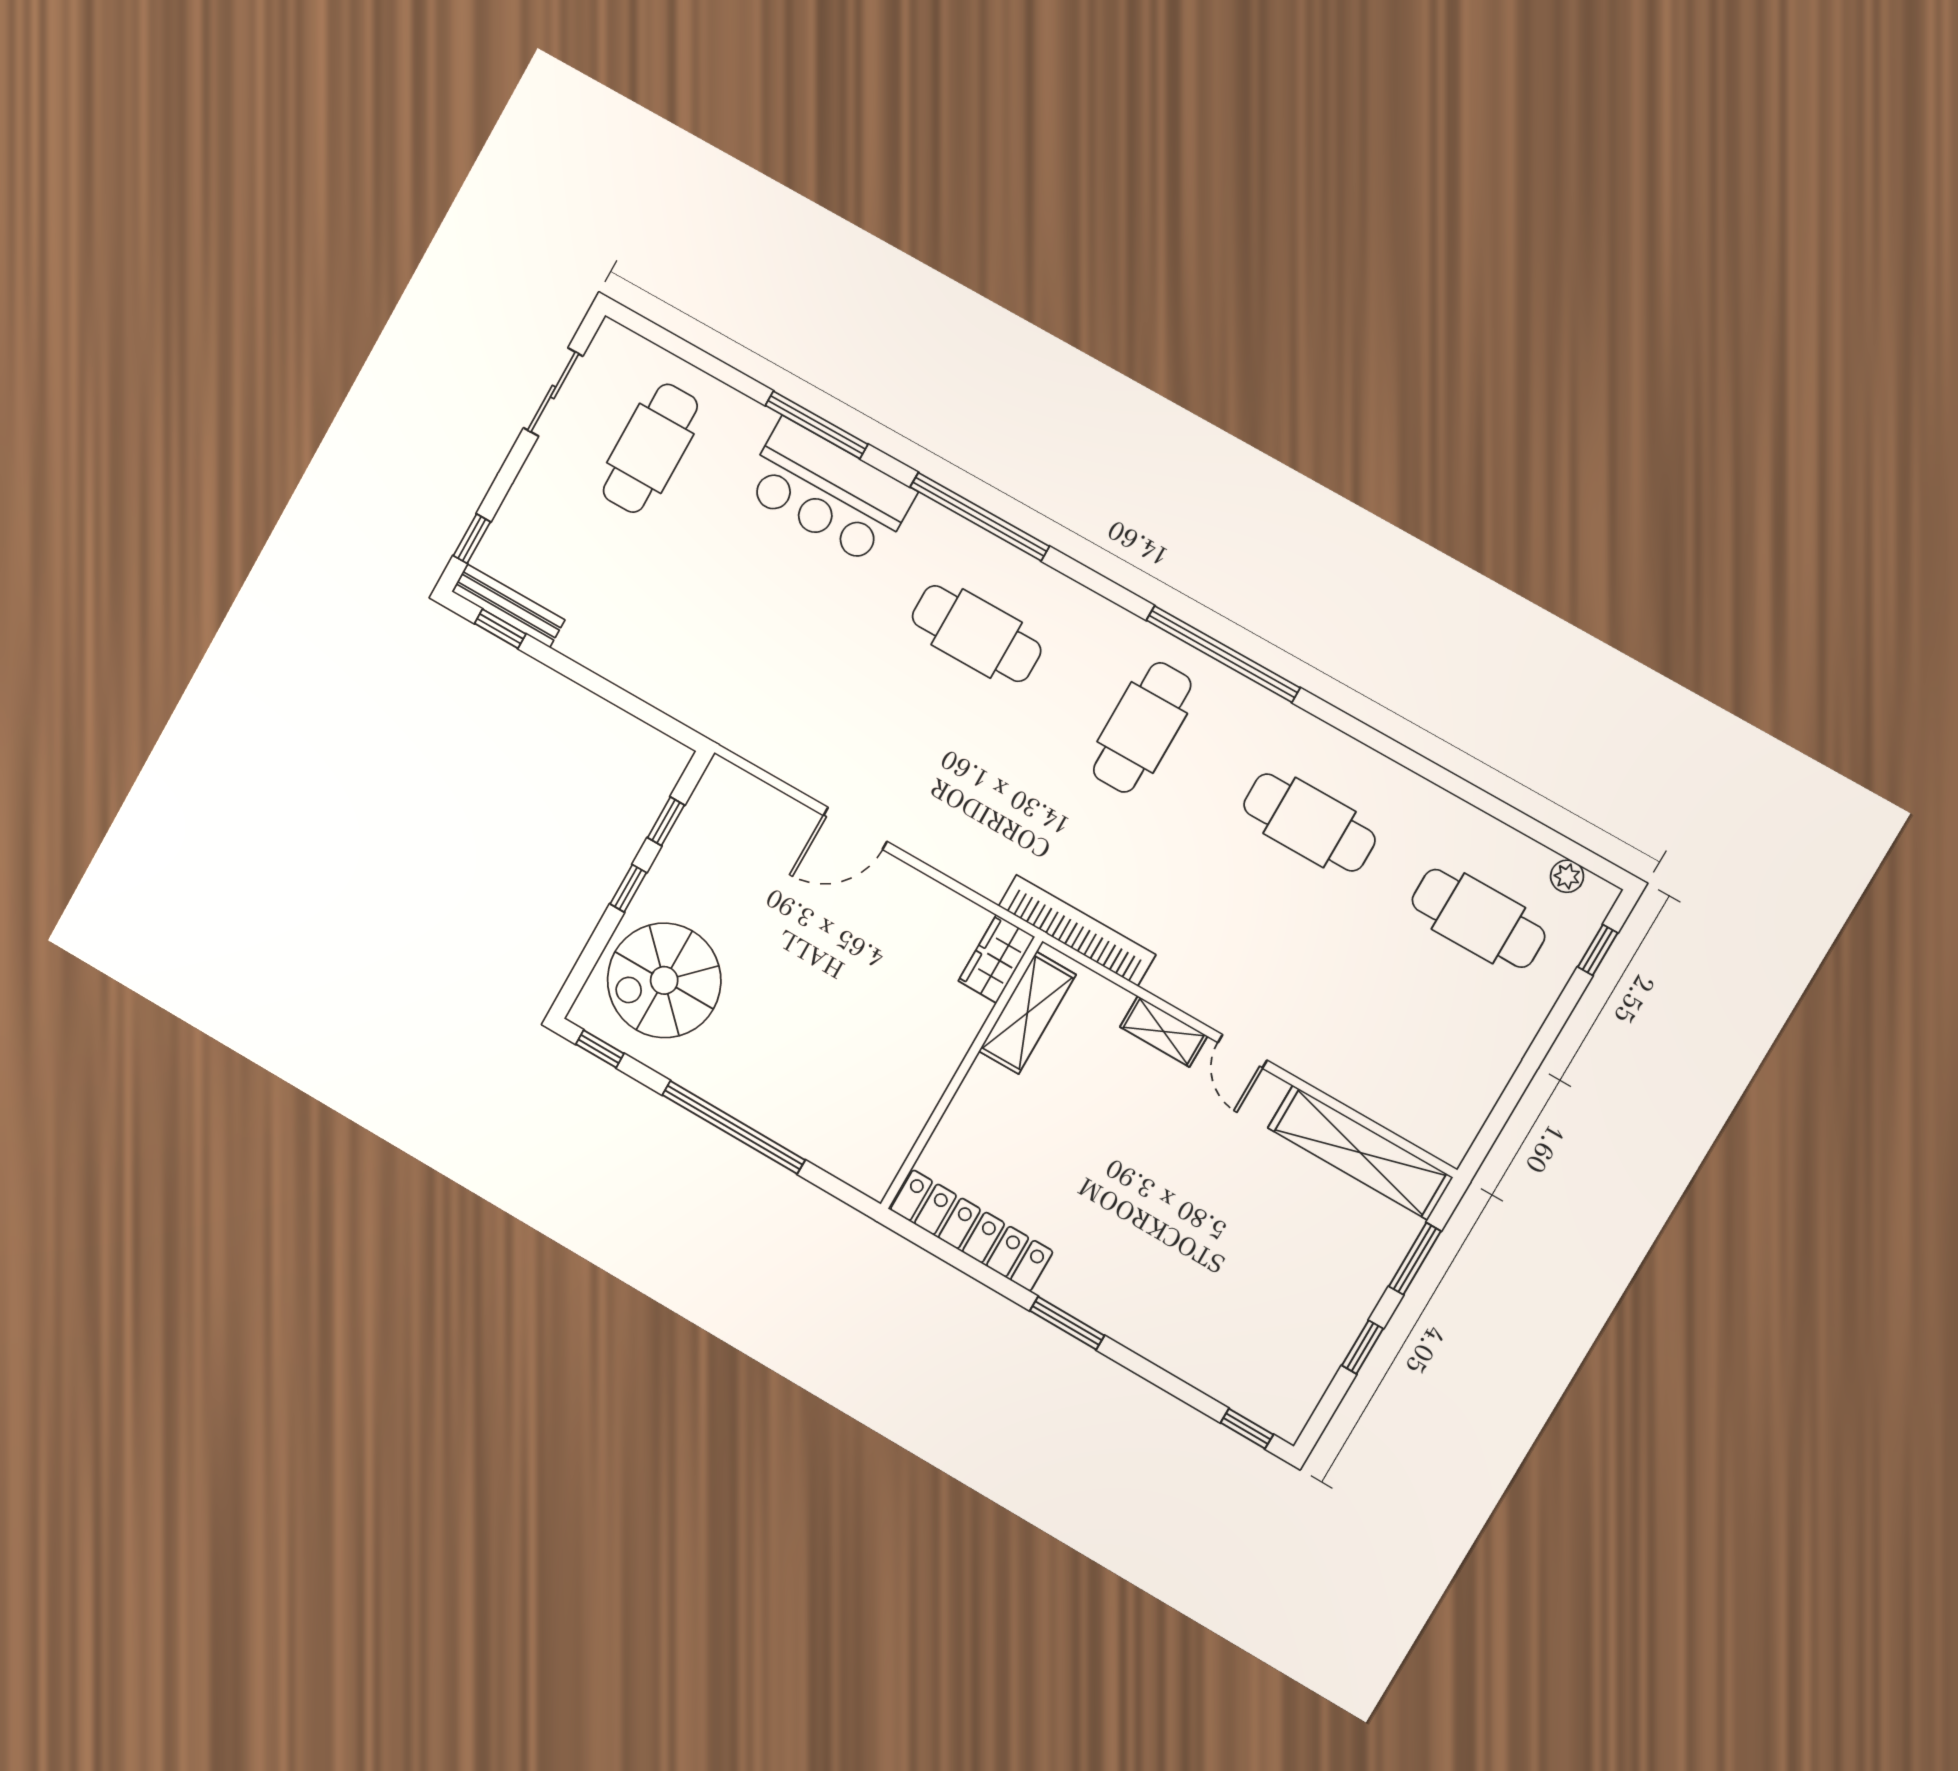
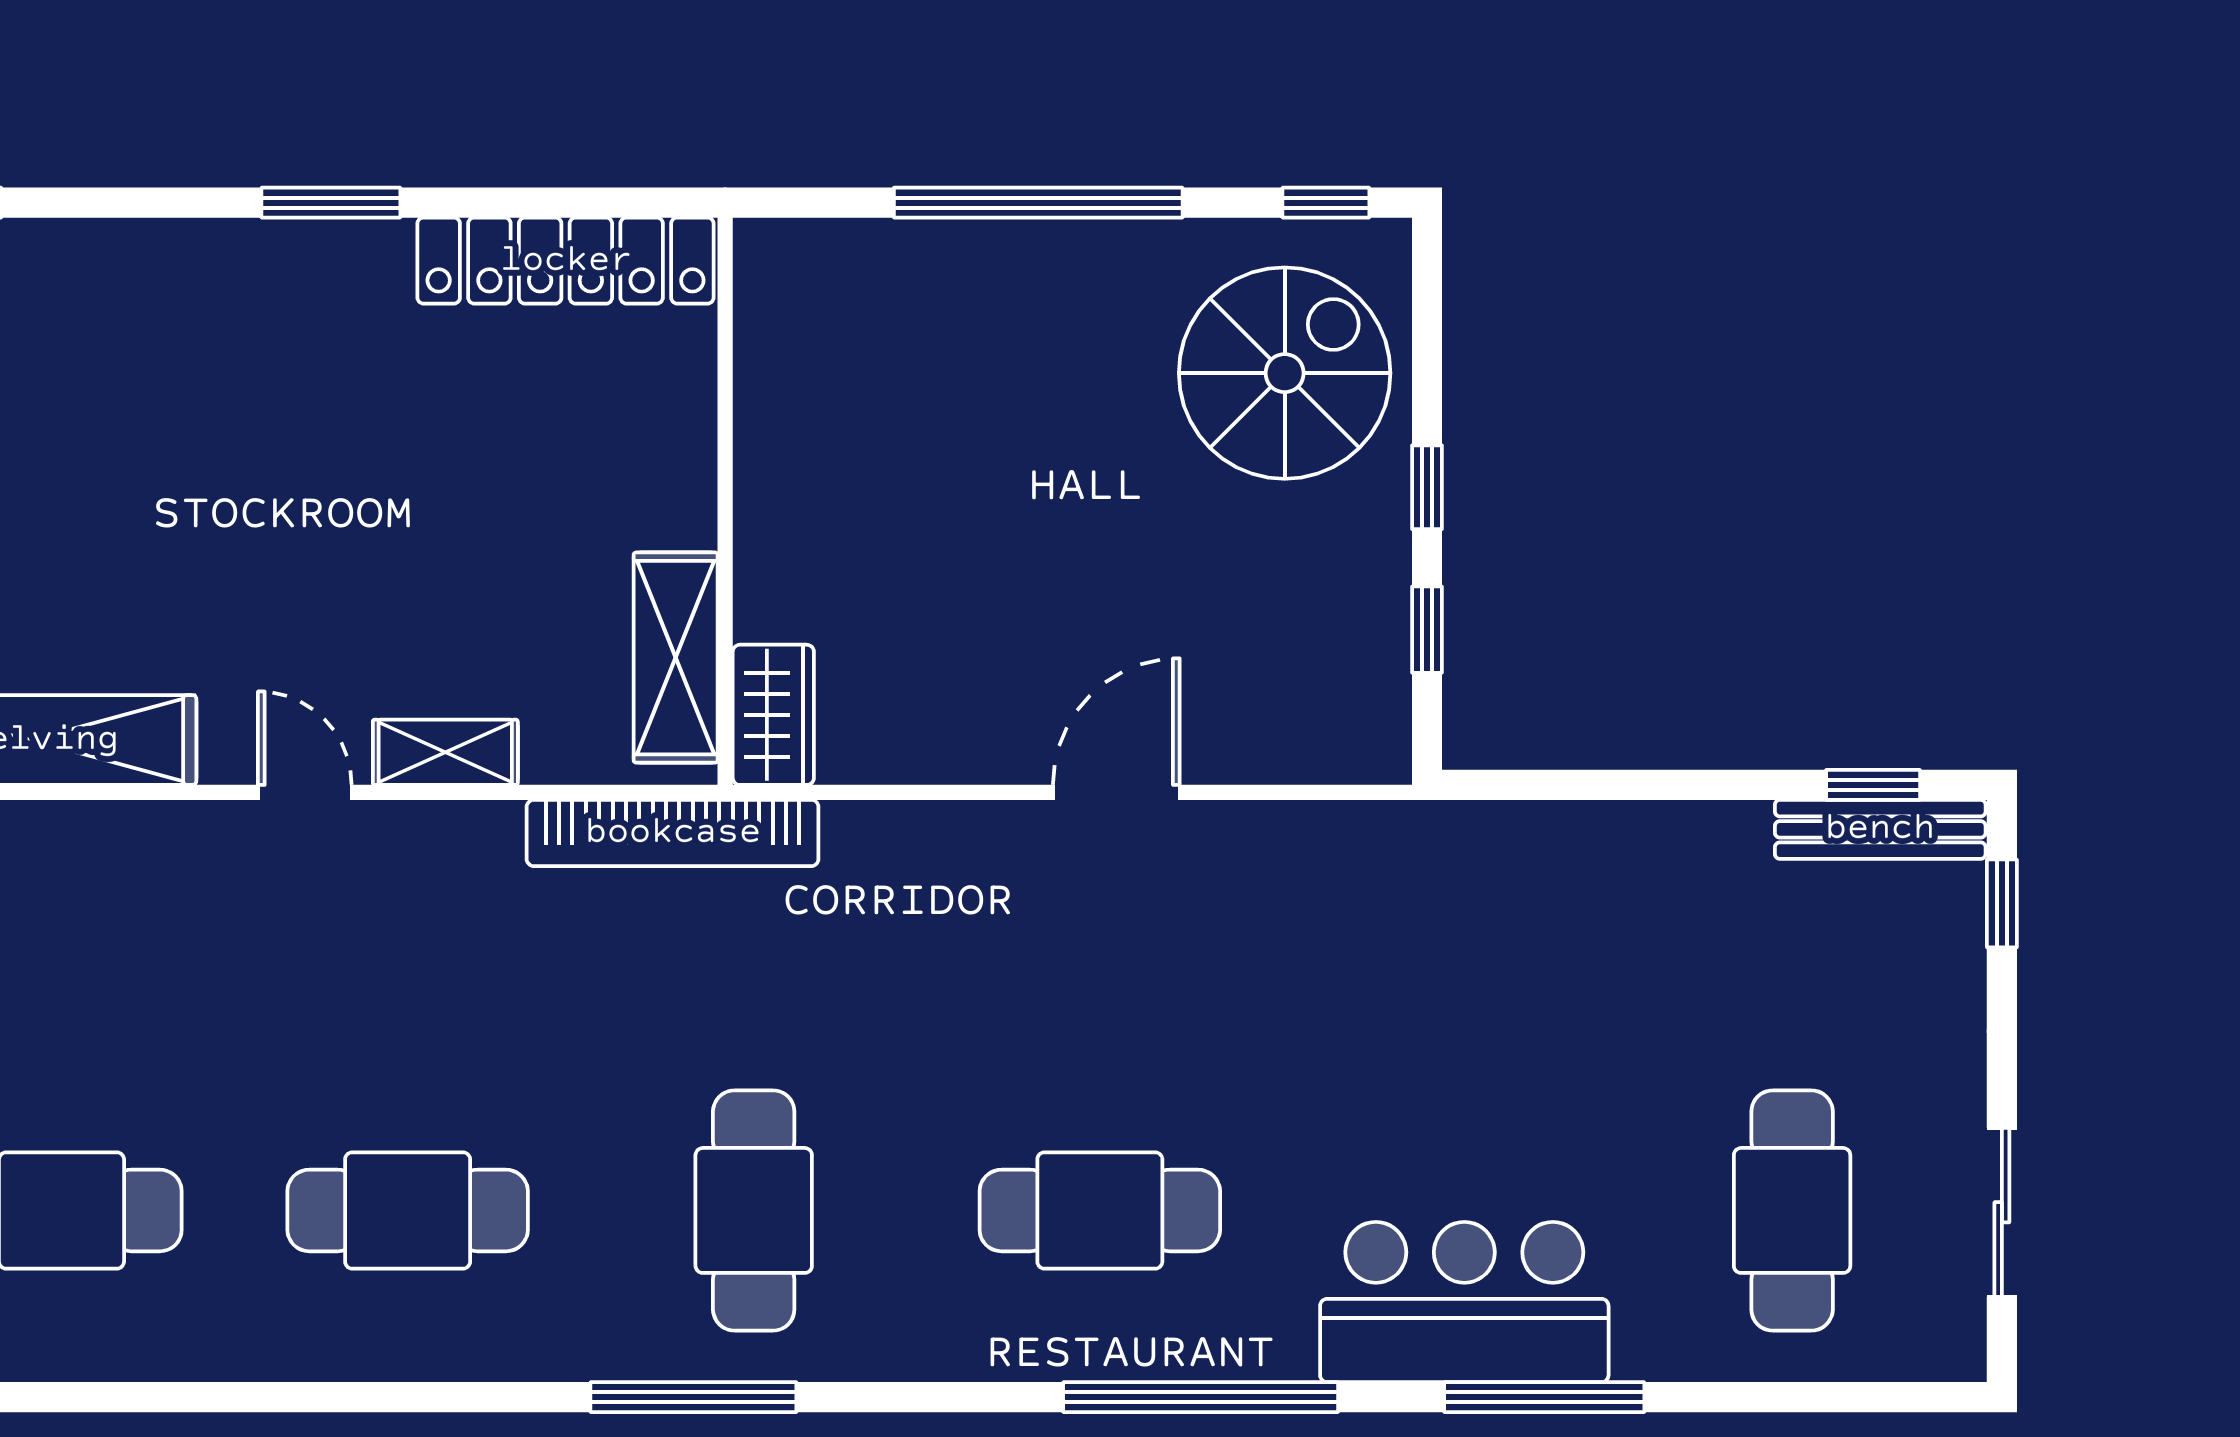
window: (1223, 654) -> (693, 1397), width x0.68

